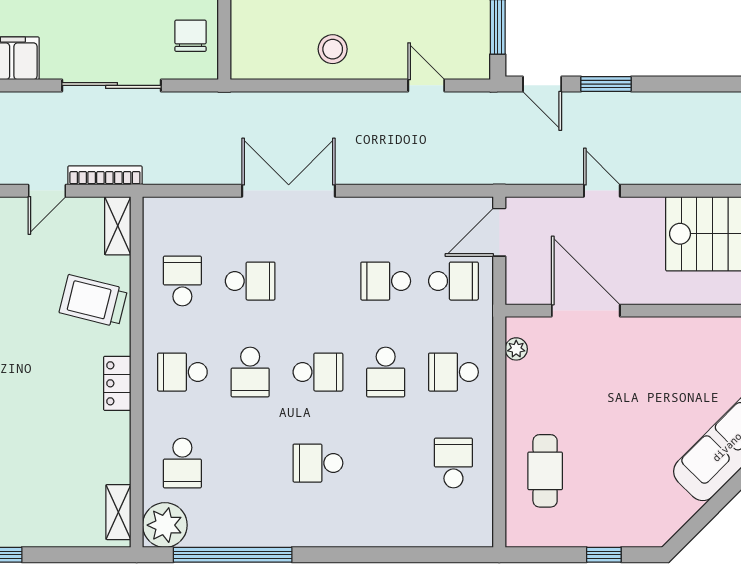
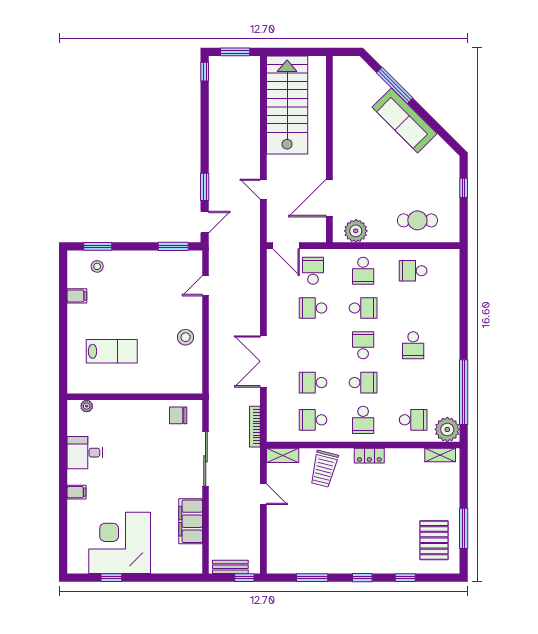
bookcase: (105, 175) -> (255, 427), moved
door: (602, 191) -> (263, 189), hinge flipped
school desk: (250, 281) -> (313, 383), turned -90
school desk: (386, 281) -> (313, 308), turned 90
plant: (516, 349) -> (356, 231), width x1.88, depth x1.88

